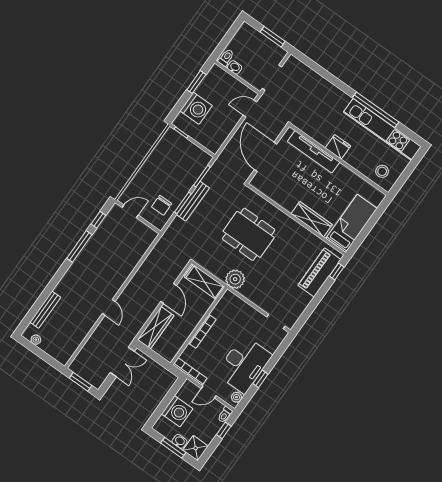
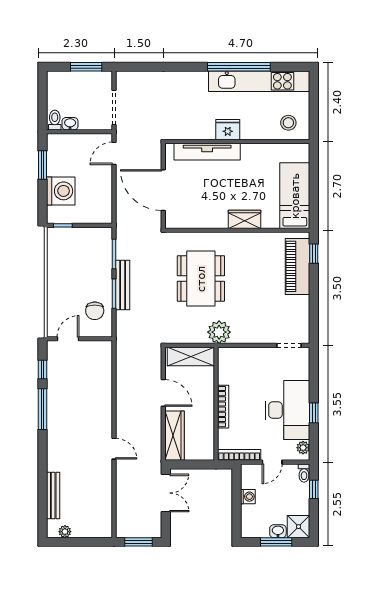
wardrobe: (312, 219) -> (244, 219), width x0.67
dining table: (249, 234) -> (201, 279), turned 90
washing machine: (177, 411) -> (248, 497), width x0.53, depth x0.53

